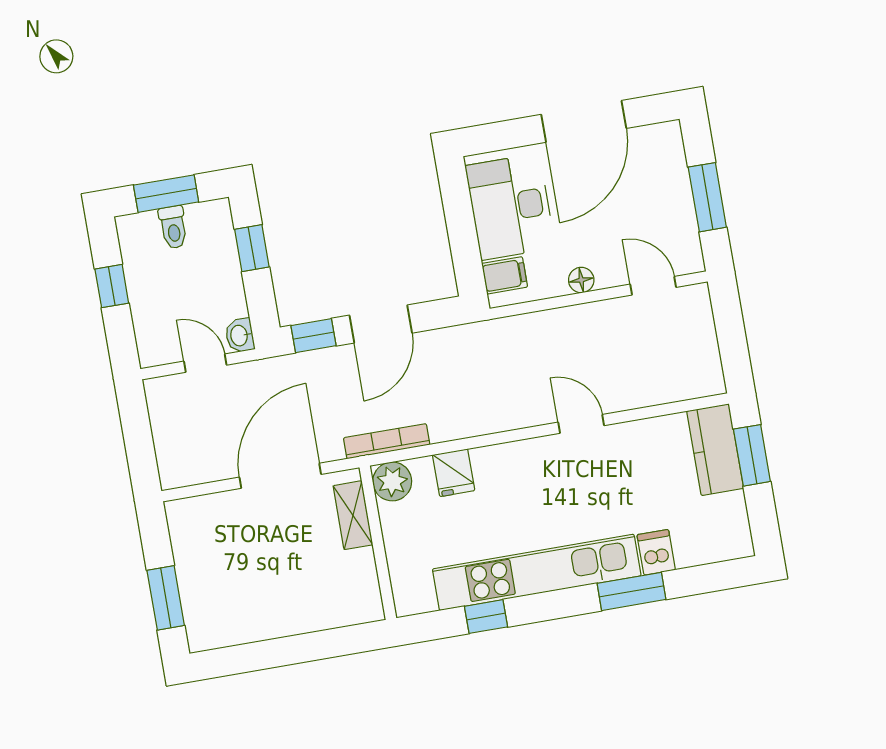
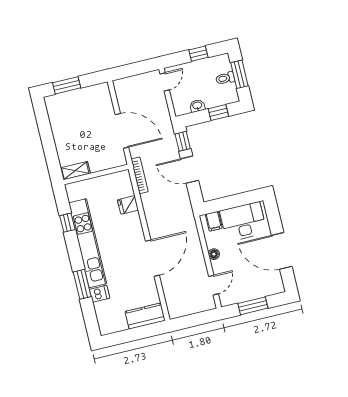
washbasin: (240, 335) -> (197, 106), moved
door: (205, 363) -> (165, 82), moved
door: (581, 424) -> (152, 258), width x1.88
window: (752, 455) -> (144, 332), removed
plant: (392, 481) -> (123, 179), removed
shelving: (353, 515) -> (75, 171), moved

